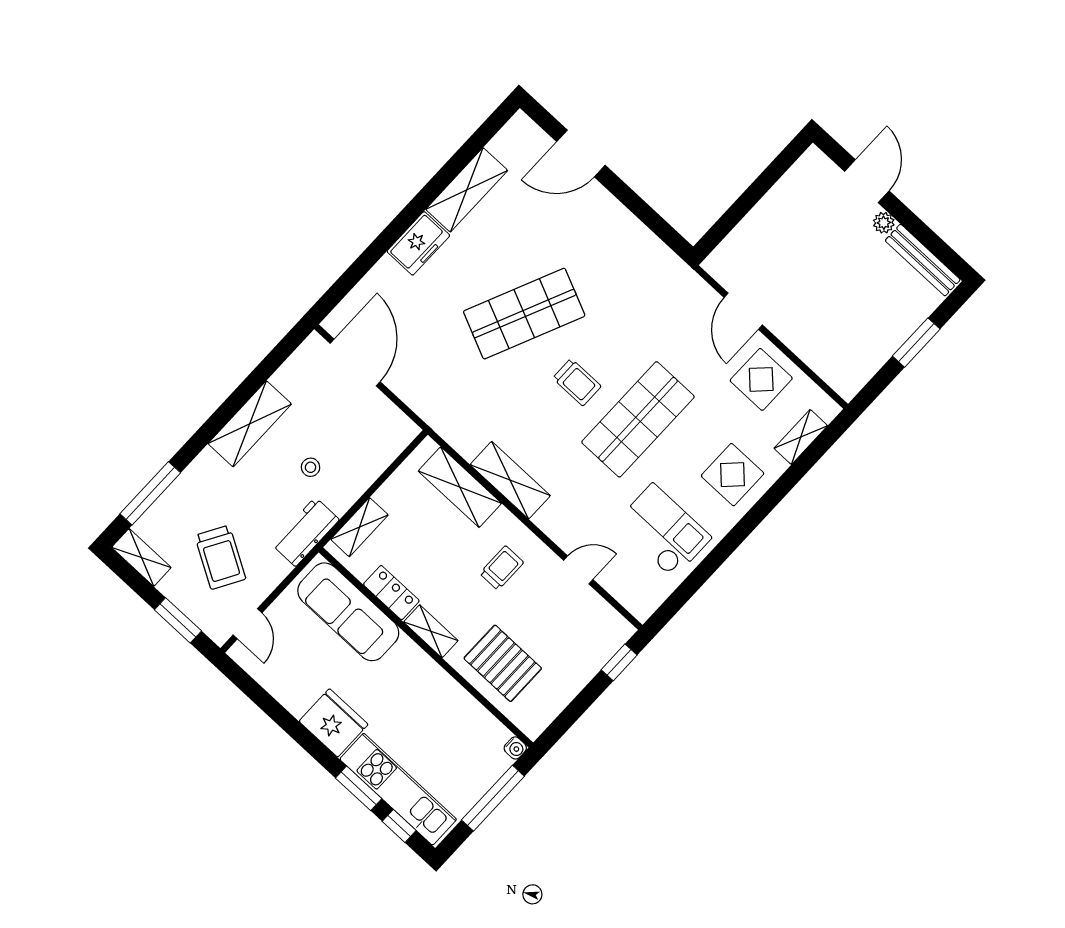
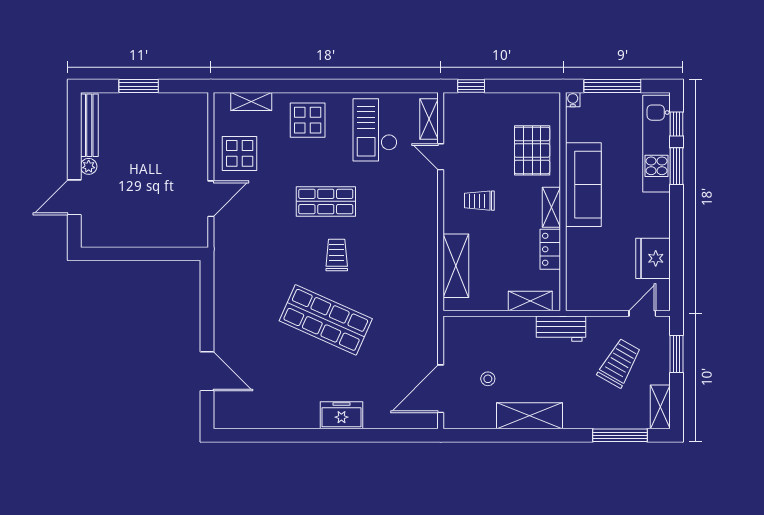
shelving: (467, 190) -> (287, 416), removed
shop shelf: (638, 419) -> (326, 201), width x0.70, depth x0.74
stool: (311, 467) -> (488, 379), moved
shelving: (510, 480) -> (429, 119), moved, width x0.67, depth x0.75
sofa: (348, 612) -> (583, 185), moved
fridge: (334, 723) -> (653, 258), moved

